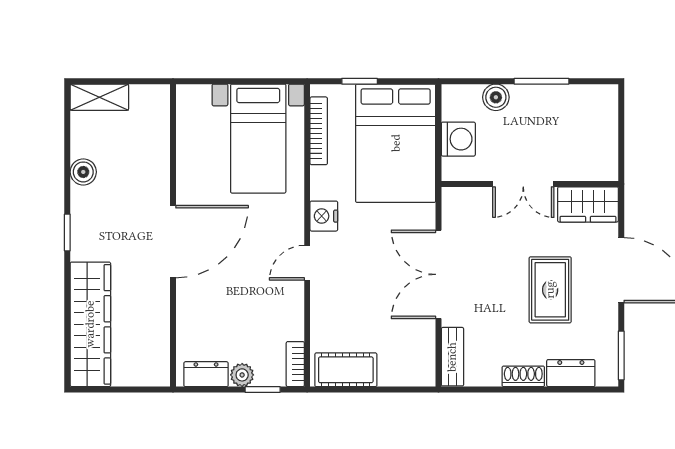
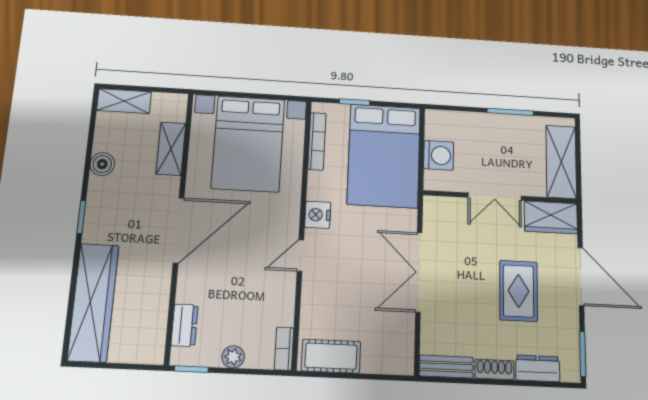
boiler: (496, 97) -> (471, 123), removed
shelving: (601, 138) -> (561, 162), added
bed with nightstands: (258, 139) -> (248, 144), width x1.36
shelving: (156, 150) -> (171, 149), added
bench: (452, 357) -> (446, 367), moved, turned 90
dresser: (206, 374) -> (185, 325), moved, turned 90
window: (263, 389) -> (191, 369), moved

